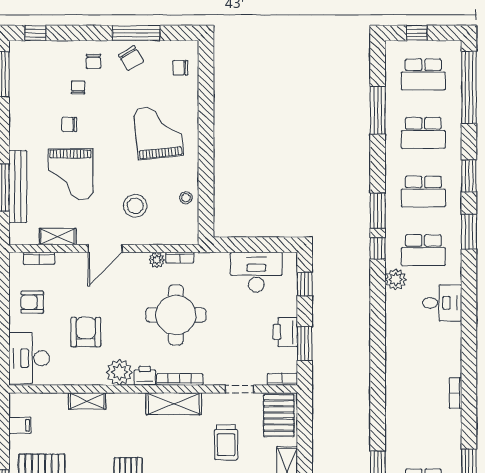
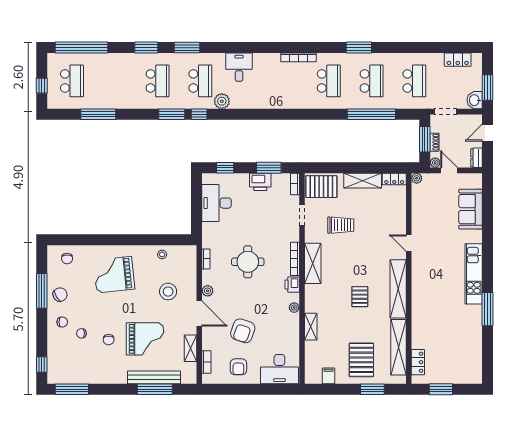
school desk: (423, 133) -> (329, 81), moved
plant: (157, 260) -> (208, 291), moved
round table: (176, 315) -> (248, 262), width x0.73, depth x0.73
armchair: (86, 332) -> (243, 331), moved, turned -71
plant: (119, 372) -> (294, 308), width x0.53, depth x0.53
bookcase: (455, 393) -> (299, 57), width x1.56

